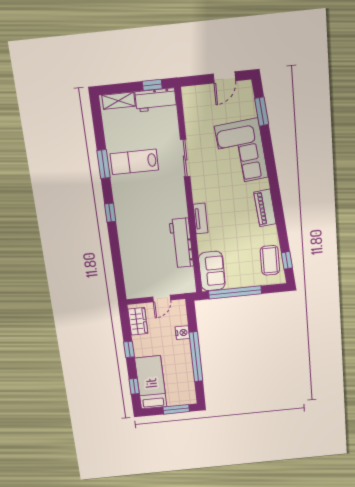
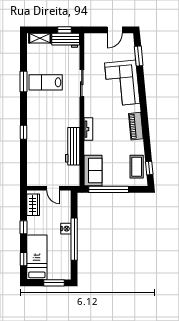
window: (110, 213) -> (24, 132), moved
door: (162, 298) -> (53, 188), hinge flipped
nightstand: (182, 333) -> (66, 229), moved

